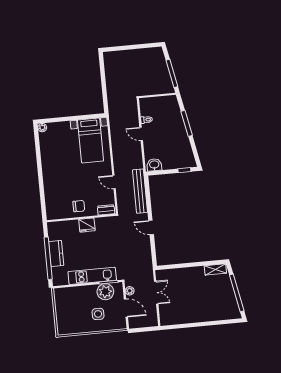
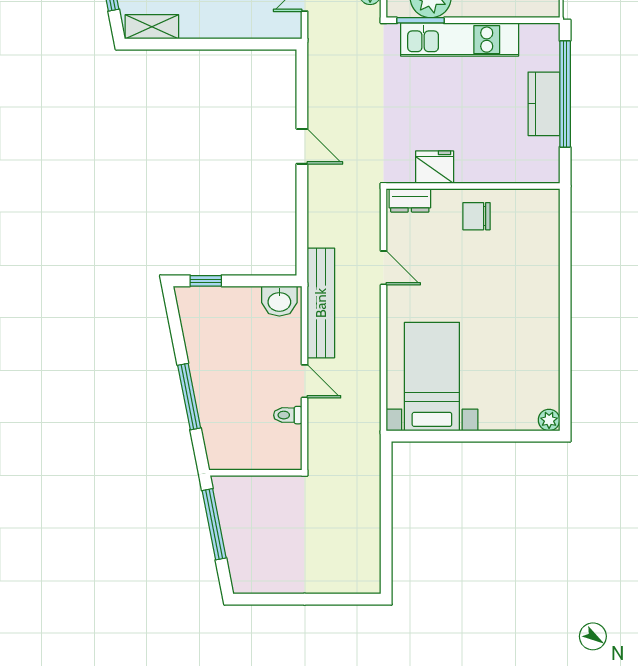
bench: (140, 191) -> (321, 303), moved
fridge: (87, 225) -> (435, 167), moved

